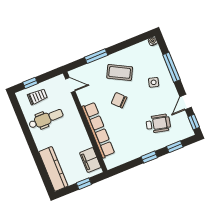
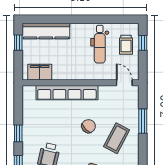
door: (70, 85) -> (124, 83), swing flipped
window: (84, 184) -> (18, 43), moved

